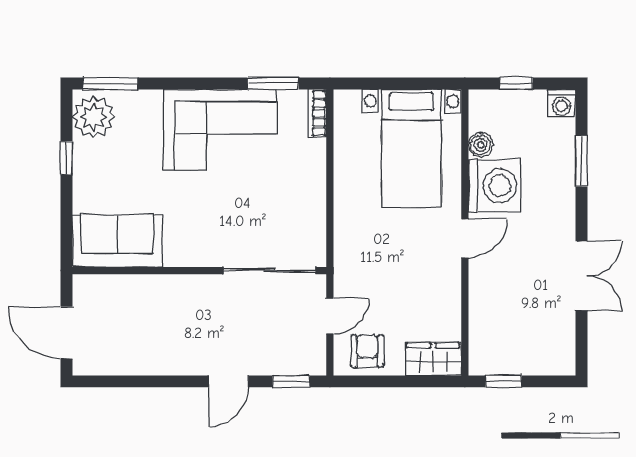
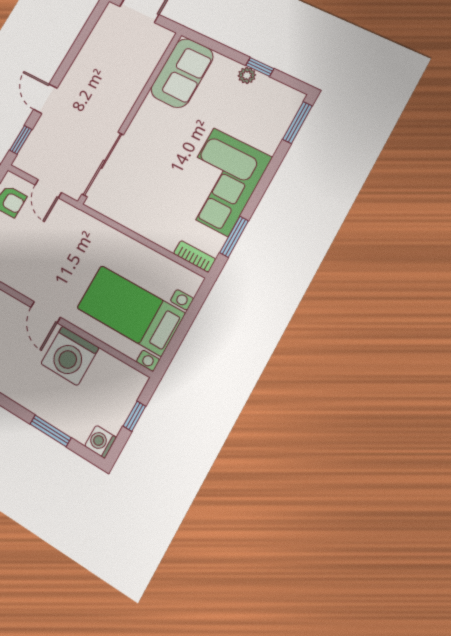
plant: (94, 117) -> (247, 75), moved, width x0.53, depth x0.53
boiler: (481, 145) -> (105, 363), removed

